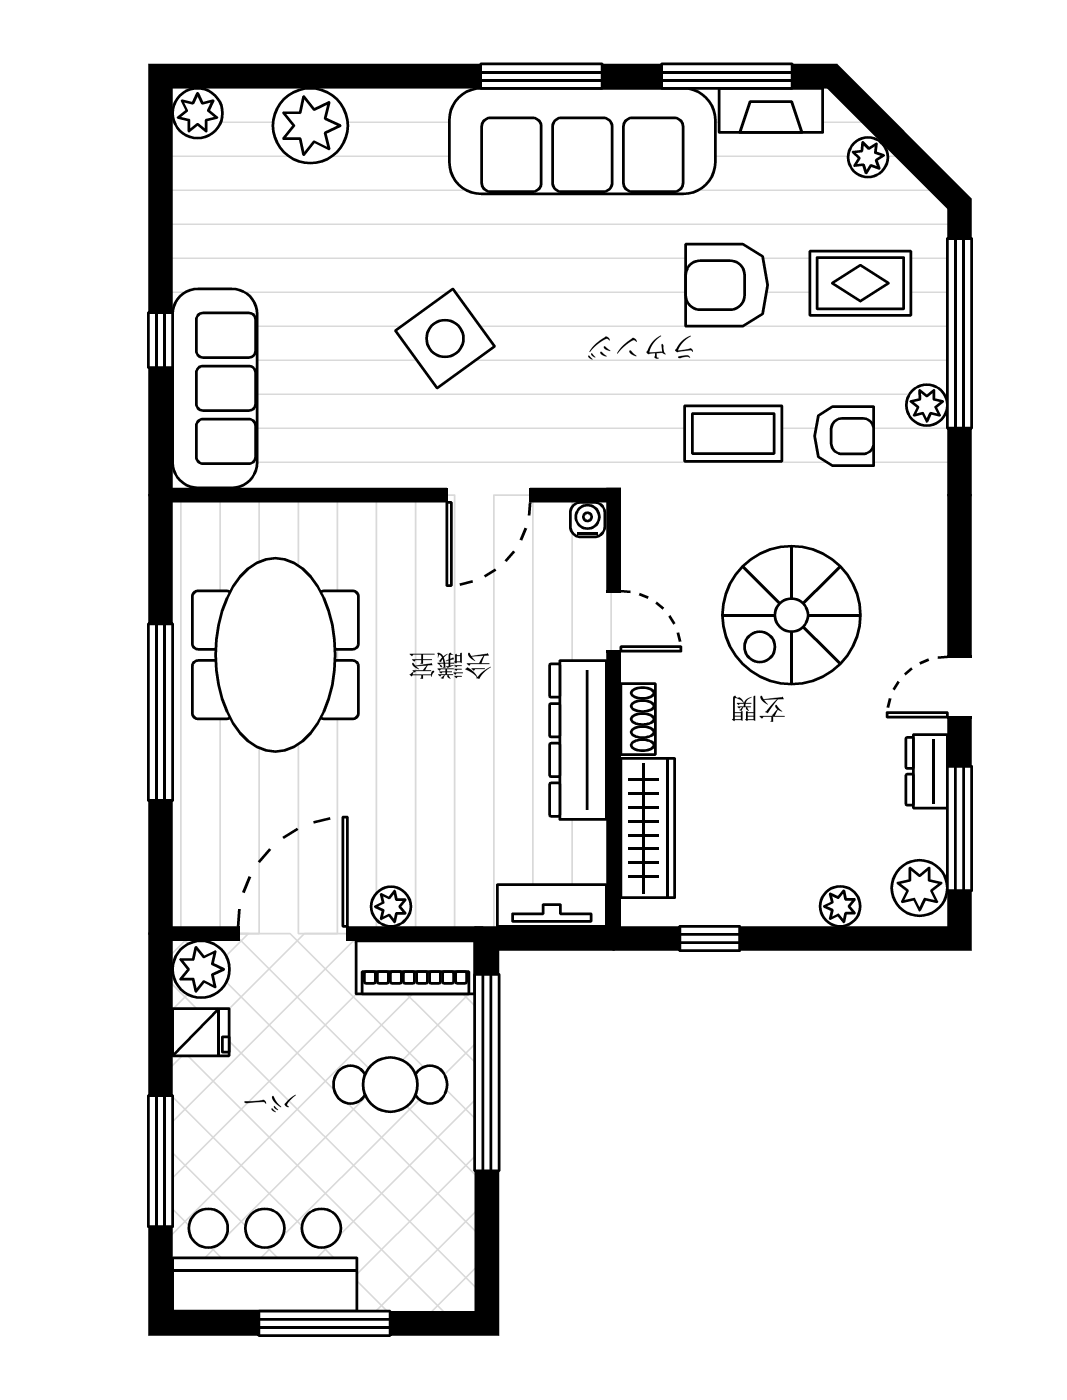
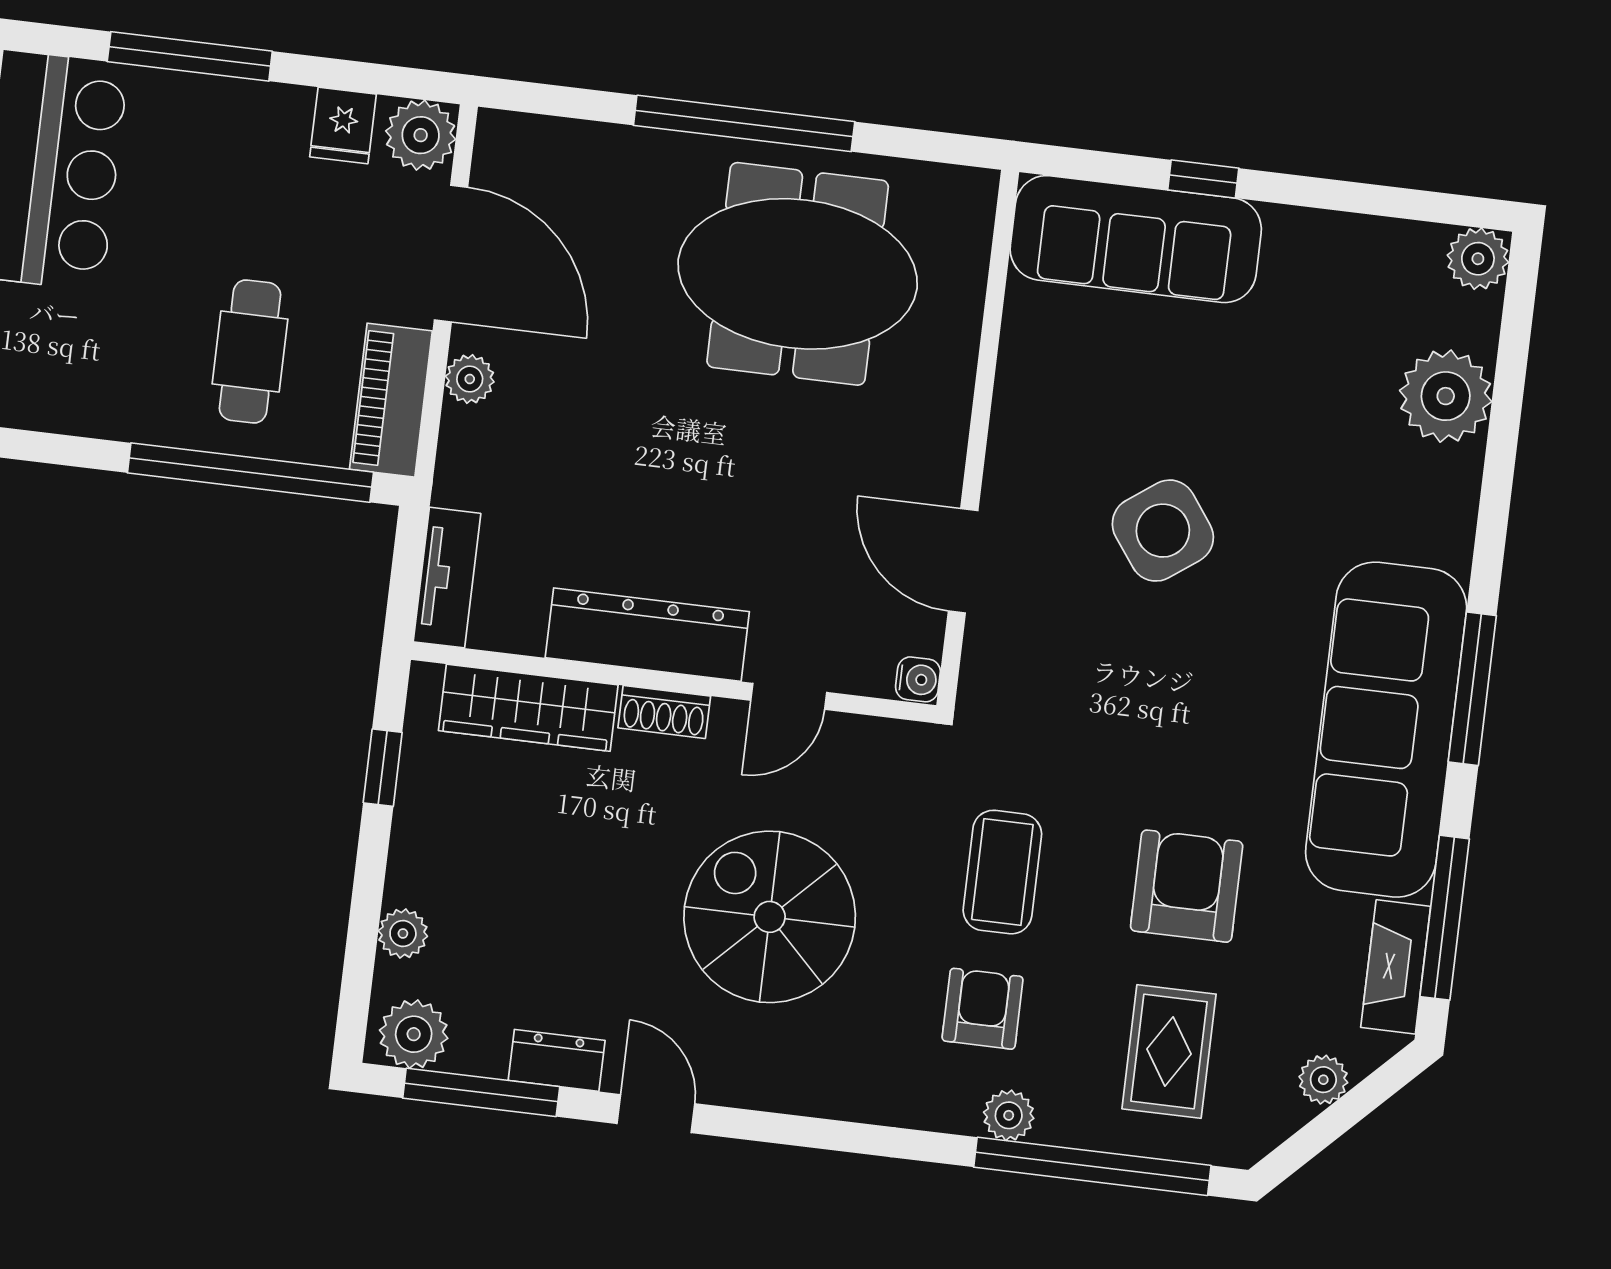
armchair: (844, 436) -> (983, 1009), turned 180

